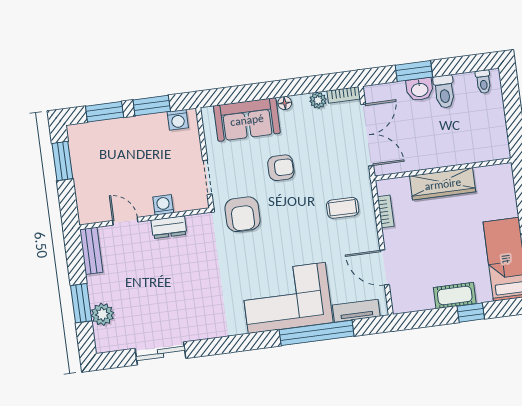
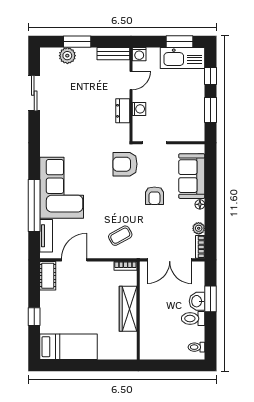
window: (105, 112) -> (210, 76), width x0.67
washing machine: (178, 120) -> (139, 54), moved, turned -90
kitchen sink: (85, 154) -> (183, 58), added
coffee table: (343, 208) -> (120, 236), turned 61
bookcase: (386, 211) -> (125, 266), moved
cot: (455, 295) -> (48, 276), moved

